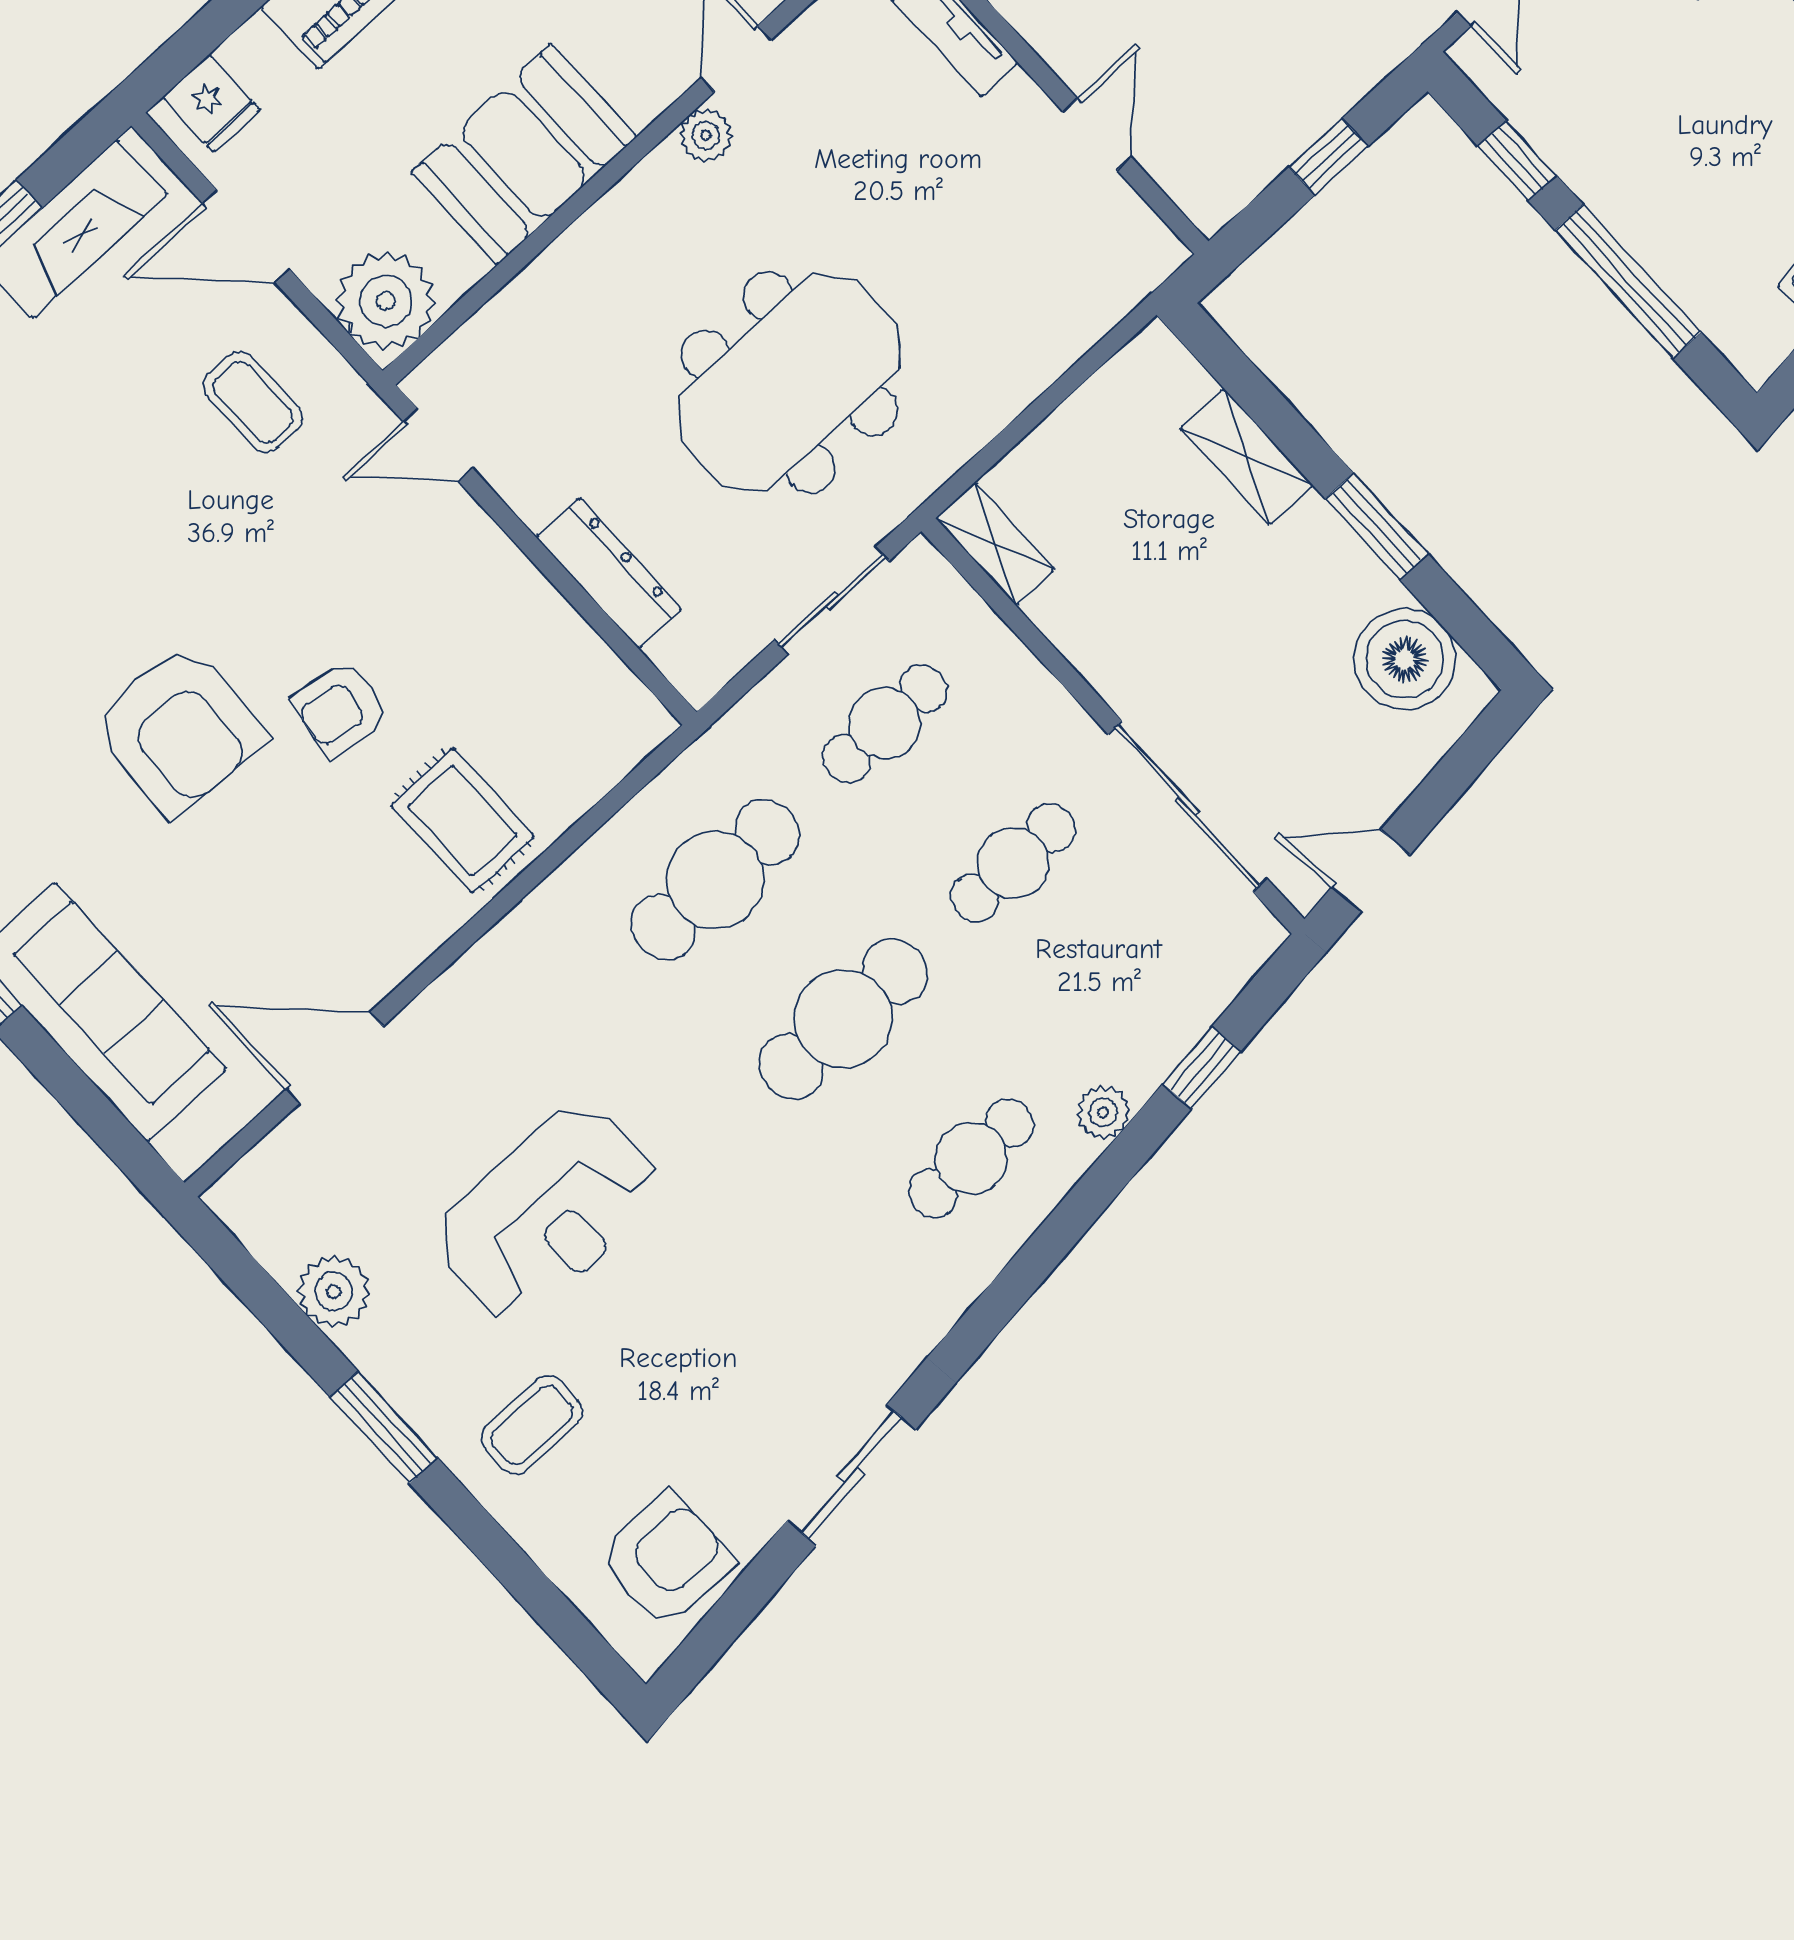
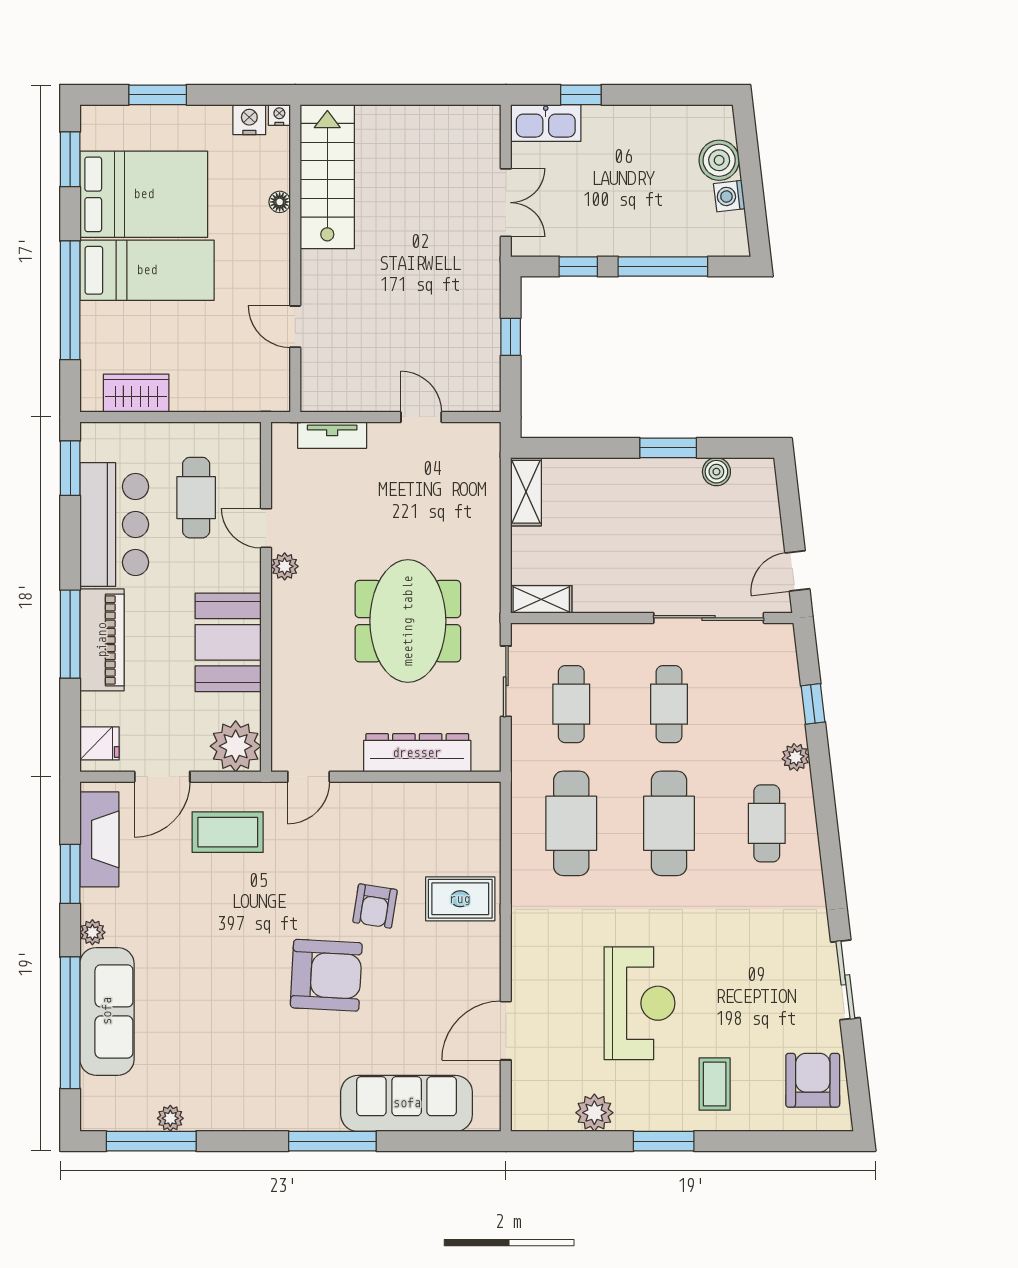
coffee table: (253, 402) -> (228, 832), width x1.36, depth x1.30
shelving: (1247, 457) -> (526, 492), moved, turned 90
dresser: (609, 573) -> (417, 753), width x1.37, depth x1.24
boiler: (1405, 659) -> (716, 472), width x0.54, depth x0.54

